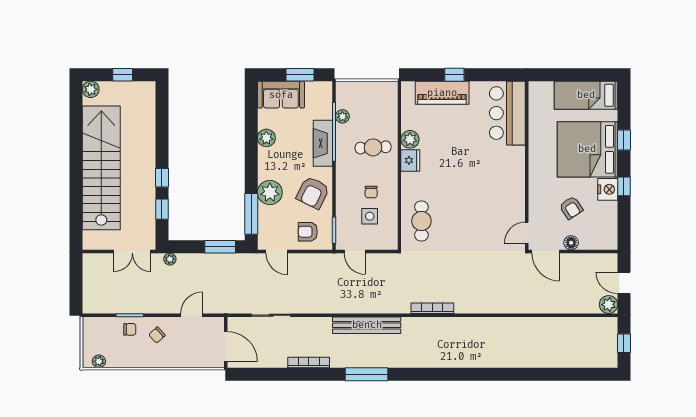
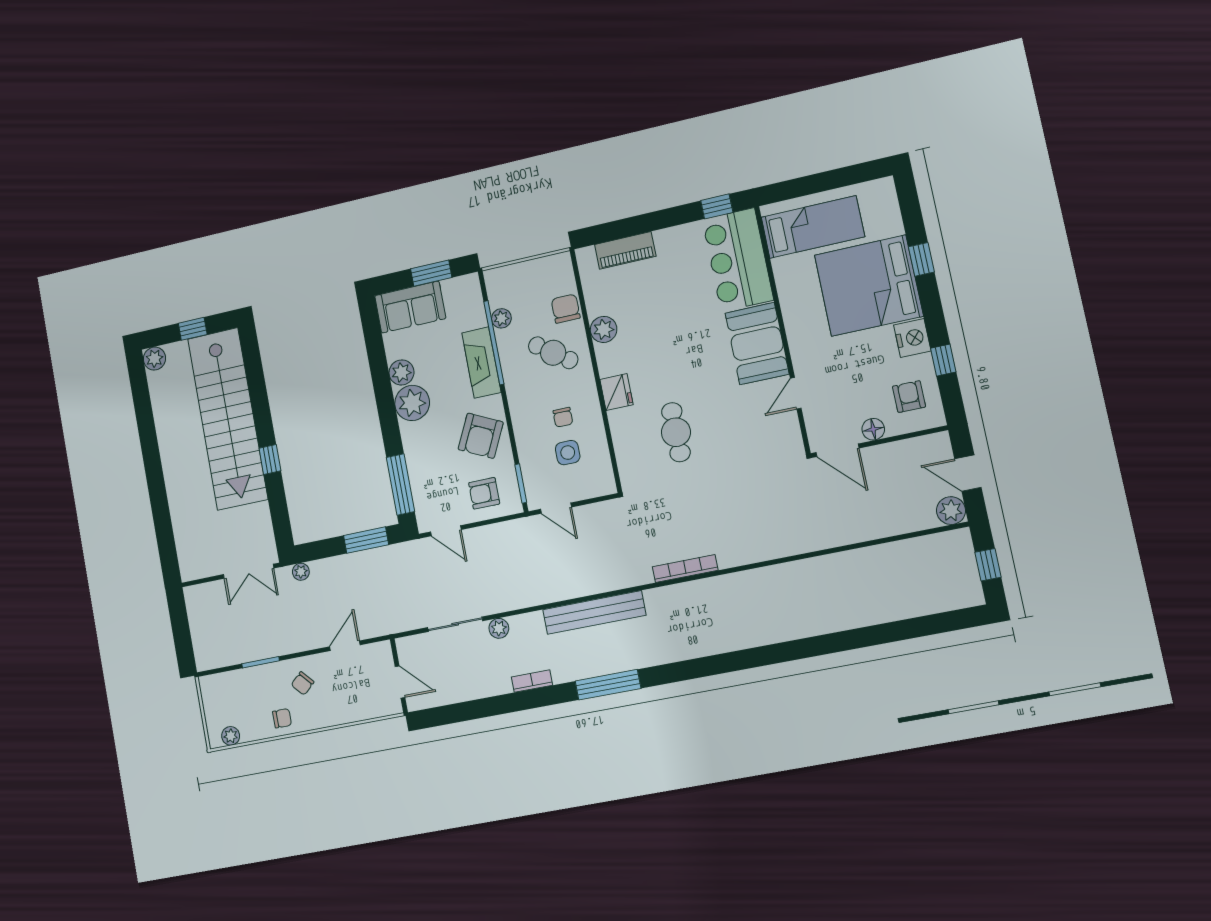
window: (454, 75) -> (717, 206), moved
piano: (442, 93) -> (625, 250), width x0.73, depth x0.75
bed: (586, 95) -> (813, 227), moved, turned 180
chair: (387, 120) -> (566, 309), added
cafe table: (373, 147) -> (553, 353), turned 39
fridge: (410, 160) -> (617, 392), moved
stairs: (101, 168) -> (228, 419), moved, turned 180
booth: (509, 171) -> (757, 344), added
window: (624, 186) -> (943, 360), moved
plant: (270, 192) -> (412, 403), moved
armchair: (571, 208) -> (909, 397), moved, turned -147
window: (162, 209) -> (278, 503), removed
cafe table: (421, 221) -> (676, 432), moved
door: (527, 233) -> (796, 393), moved
plant: (300, 324) -> (499, 628), added
chair: (130, 329) -> (282, 718), moved
door: (226, 347) -> (400, 682), width x0.73
bookcase: (309, 362) -> (532, 681), width x0.64

